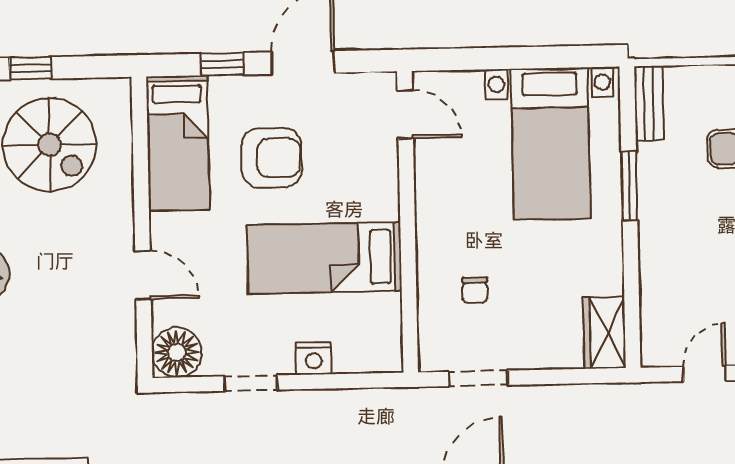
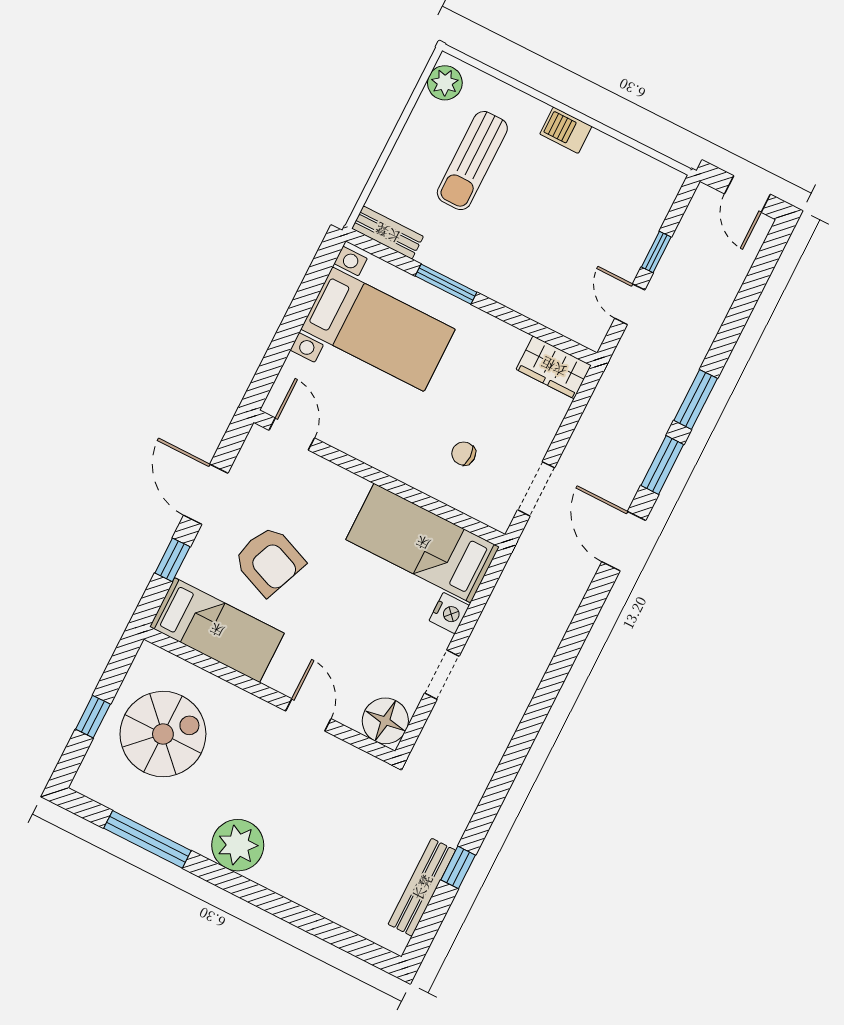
door: (405, 114) -> (292, 434), hinge flipped
armchair: (271, 158) -> (269, 561), turned 112
bed: (324, 258) -> (423, 543), moved, turned 90
door: (143, 275) -> (308, 715), hinge flipped
chair: (475, 290) -> (464, 454), turned 180

